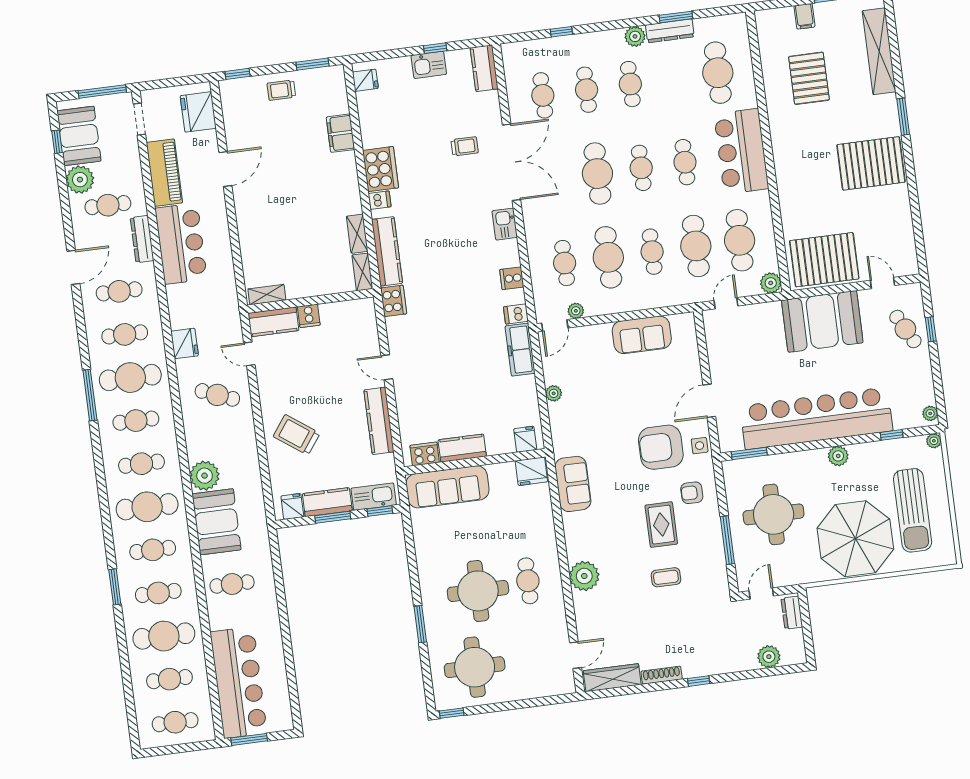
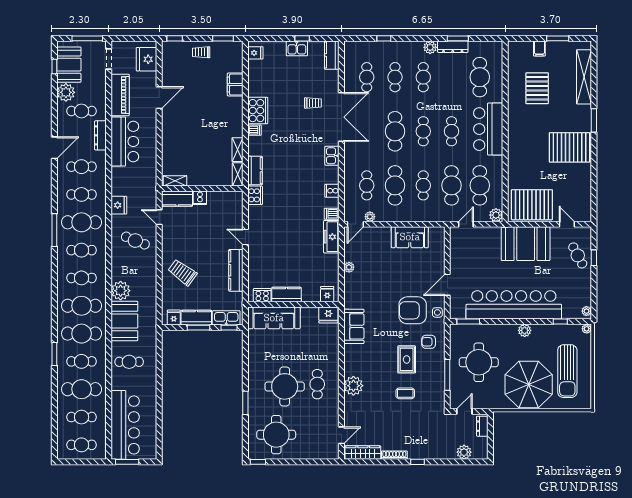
kitchen counter: (387, 251) -> (255, 171), width x0.67
cafe table: (153, 550) -> (82, 334), width x1.37, depth x1.35

